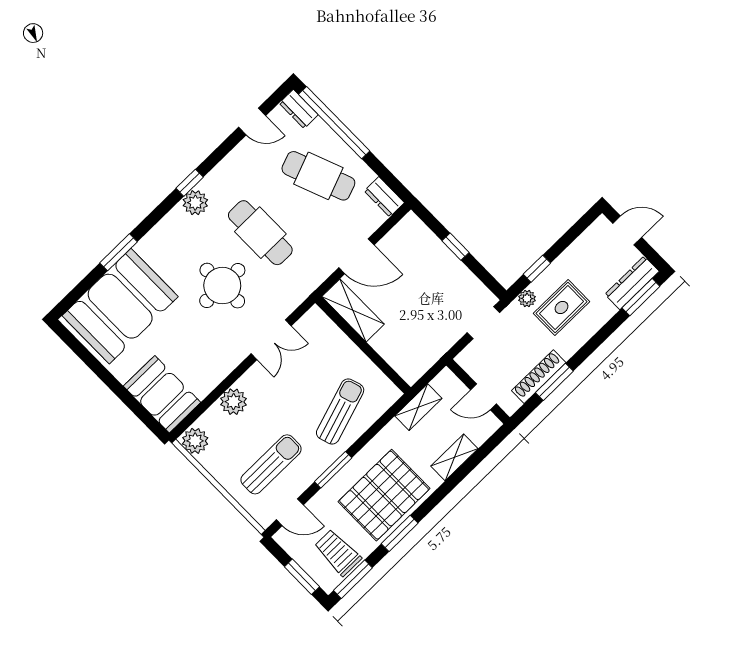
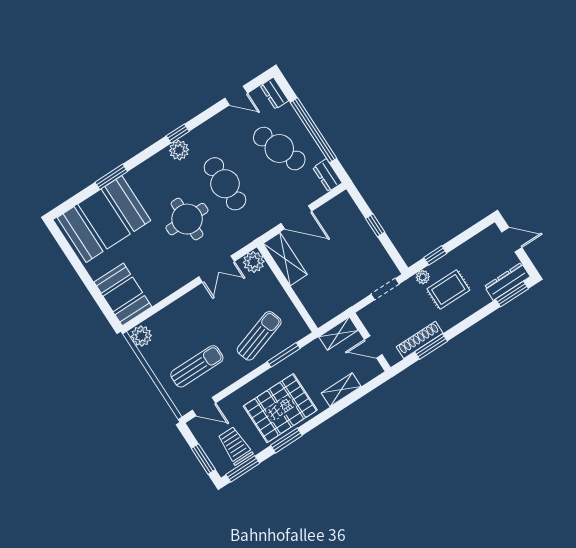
window: (334, 123) -> (313, 130), moved
plant: (234, 402) -> (254, 262), moved
shelving: (418, 407) -> (338, 334), moved
window: (333, 470) -> (284, 355), moved

